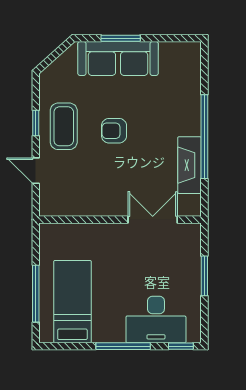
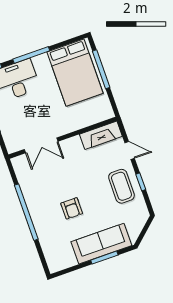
armchair: (114, 131) -> (72, 208), moved, turned 90
fireplace: (190, 165) -> (101, 135), moved, turned 90
bed: (72, 302) -> (75, 73), width x1.50

